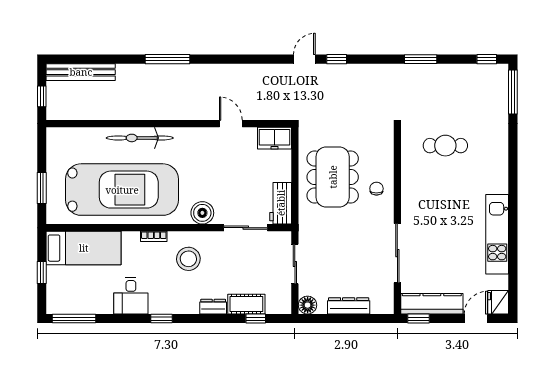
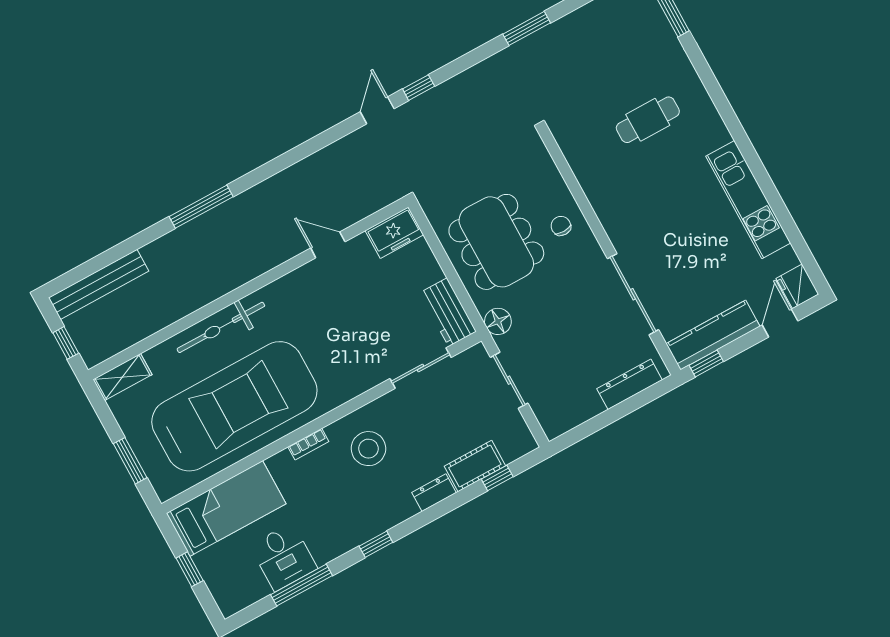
shelving: (65, 135) -> (123, 377), added
cafe table: (445, 146) -> (648, 120), moved
boiler: (202, 213) -> (354, 380), removed
desk: (131, 296) -> (283, 557), moved
floor lamp: (308, 305) -> (498, 321), moved
dresser: (349, 306) -> (630, 384), moved
window: (74, 319) -> (302, 585), moved

